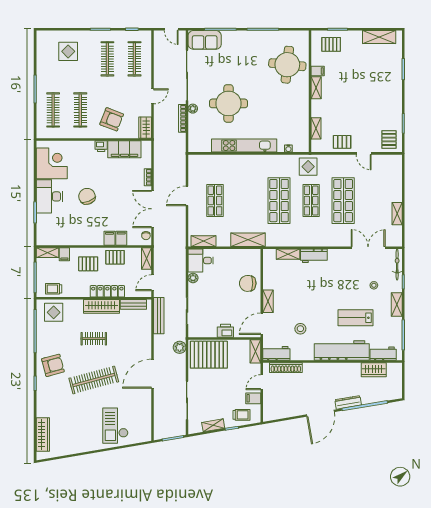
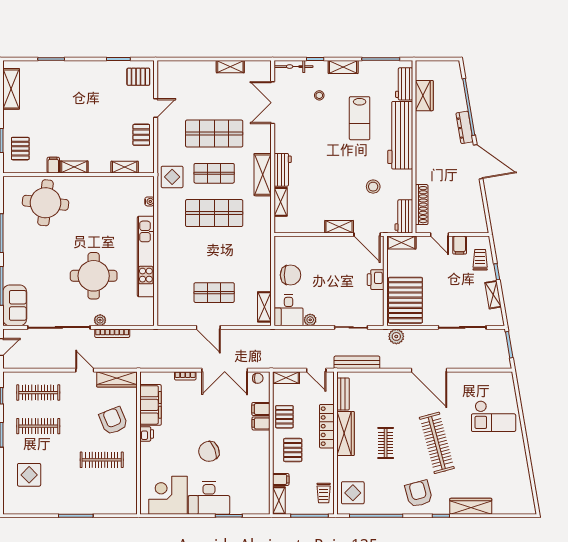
clothes rail: (53, 110) -> (102, 493), removed
armchair: (112, 119) -> (113, 421), turned -43
wardrobe: (145, 128) -> (117, 379), width x1.50
shelving: (248, 240) -> (263, 175), moved
chair: (248, 283) -> (291, 275), moved, turned -92
wardrobe: (43, 434) -> (471, 506), moved

